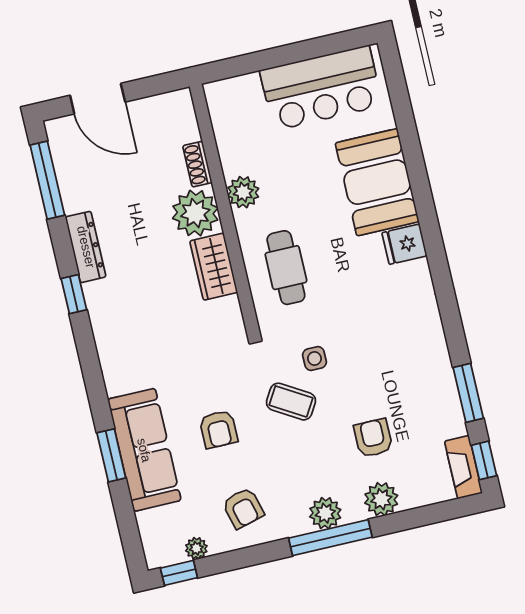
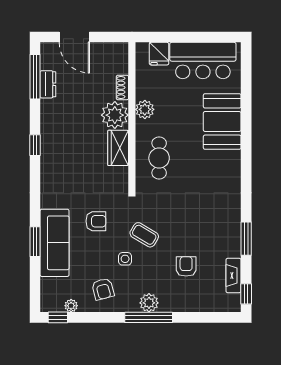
fridge: (404, 244) -> (159, 54), moved, turned -90
dresser: (86, 247) -> (48, 84), moved, width x0.70
side table: (314, 359) -> (125, 259), moved
window: (468, 393) -> (246, 239), moved
armchair: (219, 429) -> (96, 221), moved, turned -90
fireplace: (463, 467) -> (234, 275), moved
plant: (381, 499) -> (183, 302), removed

